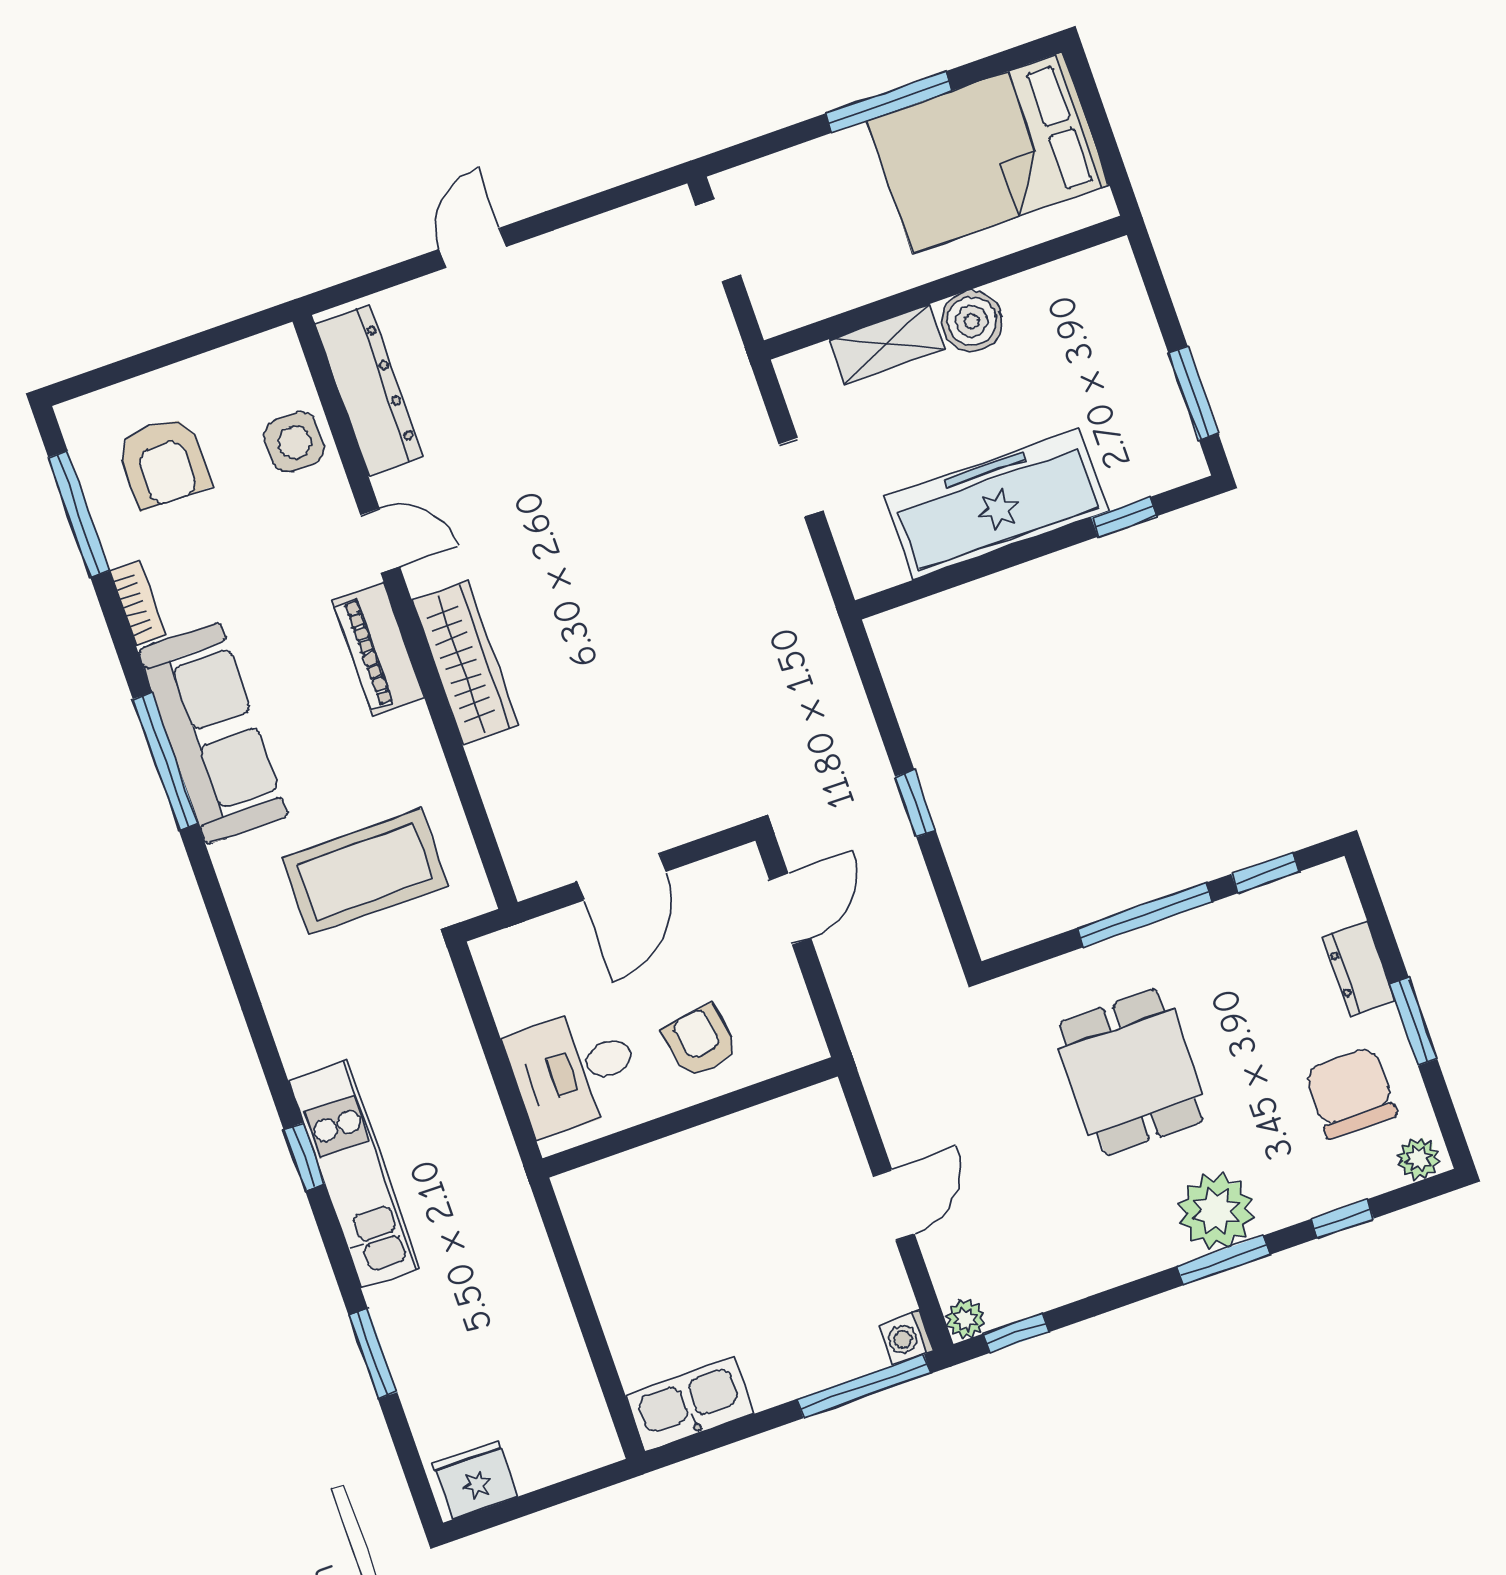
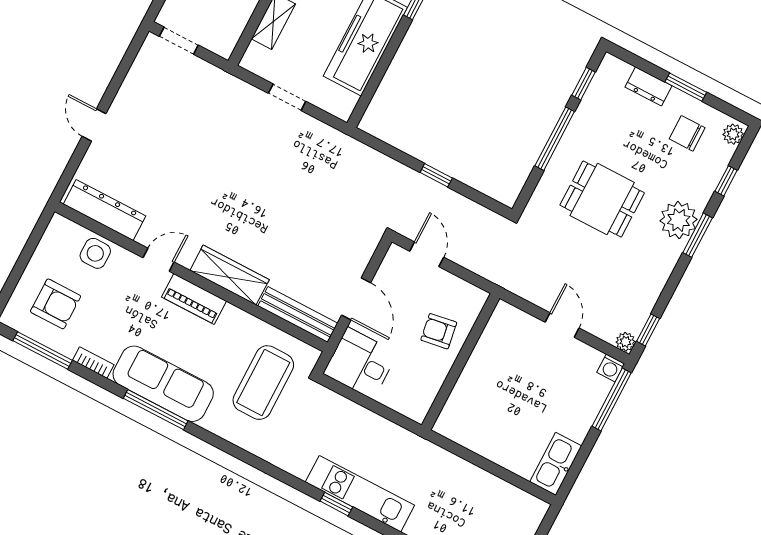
bench: (512, 818) -> (298, 315), added
desk: (574, 1070) -> (360, 363), moved, turned 90
chair: (1351, 1093) -> (687, 133), width x0.73, depth x0.73

